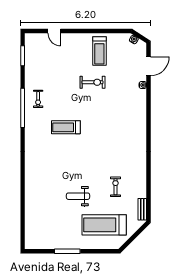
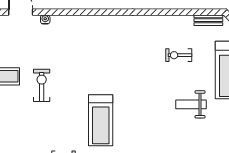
treadmill: (66, 127) -> (101, 120), width x1.37, depth x1.38
weight bench: (78, 196) -> (191, 104), turned 90

